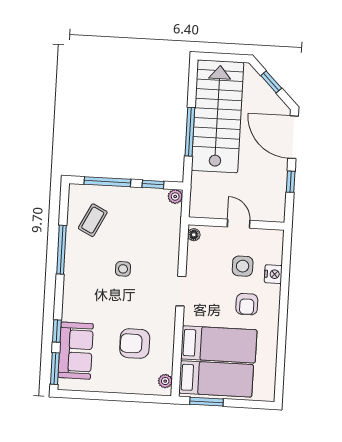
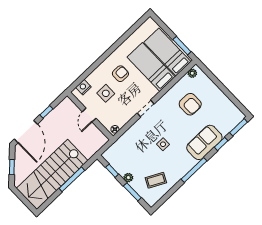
window: (107, 182) -> (132, 192), width x0.69
plant: (175, 197) -> (128, 178), moved
window: (61, 250) -> (194, 170), moved
nightstand: (273, 274) -> (83, 87), moved
sofa: (76, 351) -> (204, 142), moved

